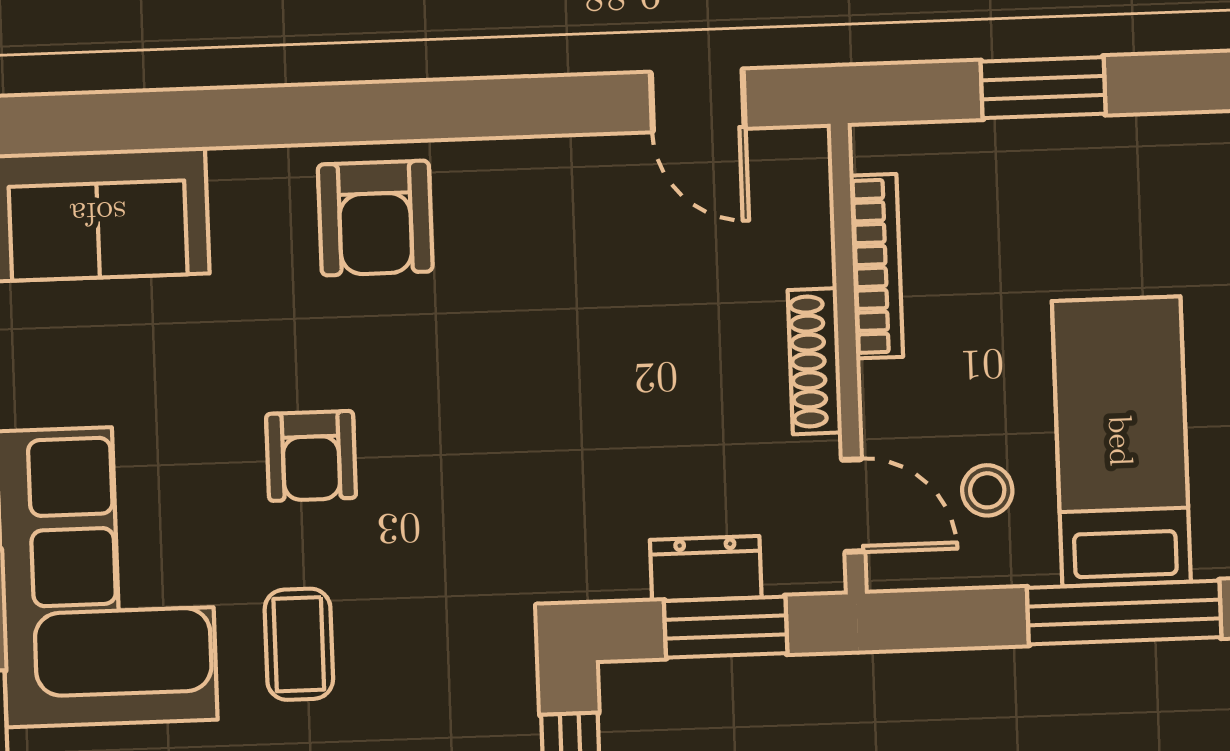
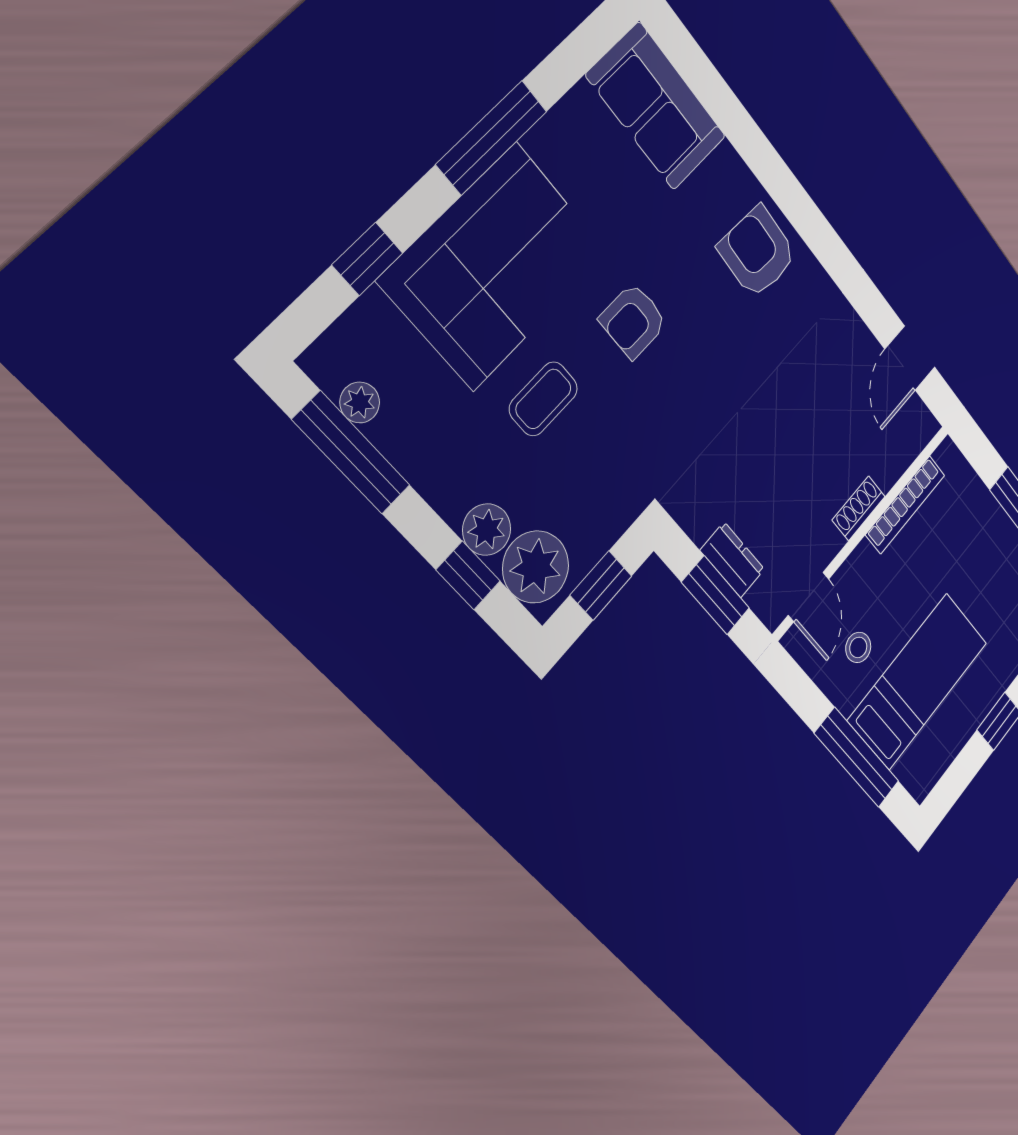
armchair: (375, 218) -> (757, 252), turned 93
shoe rack: (815, 361) -> (859, 508), width x0.70

